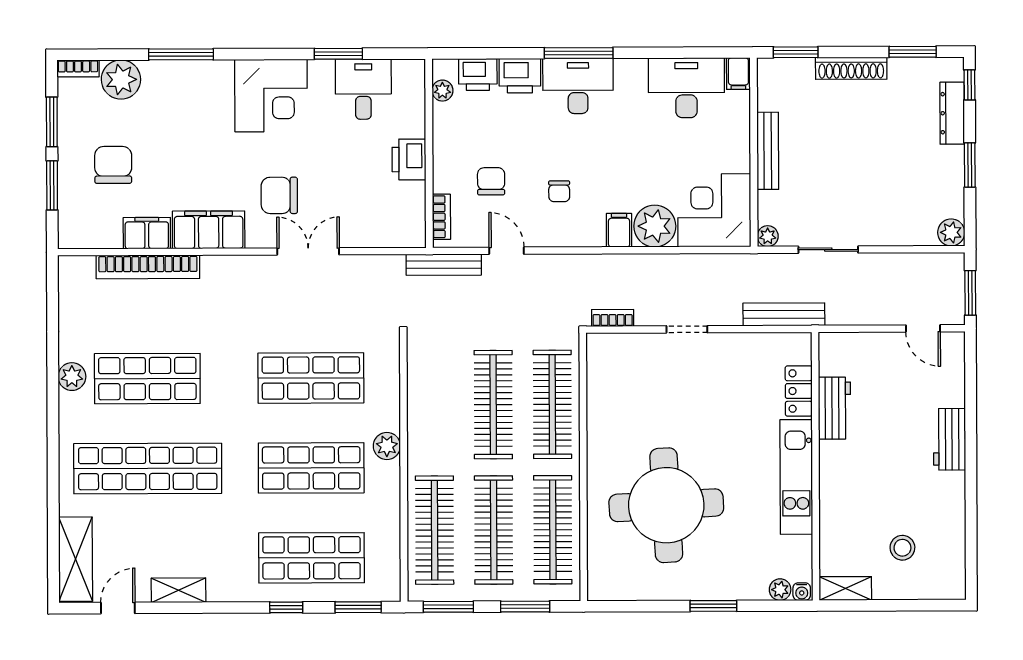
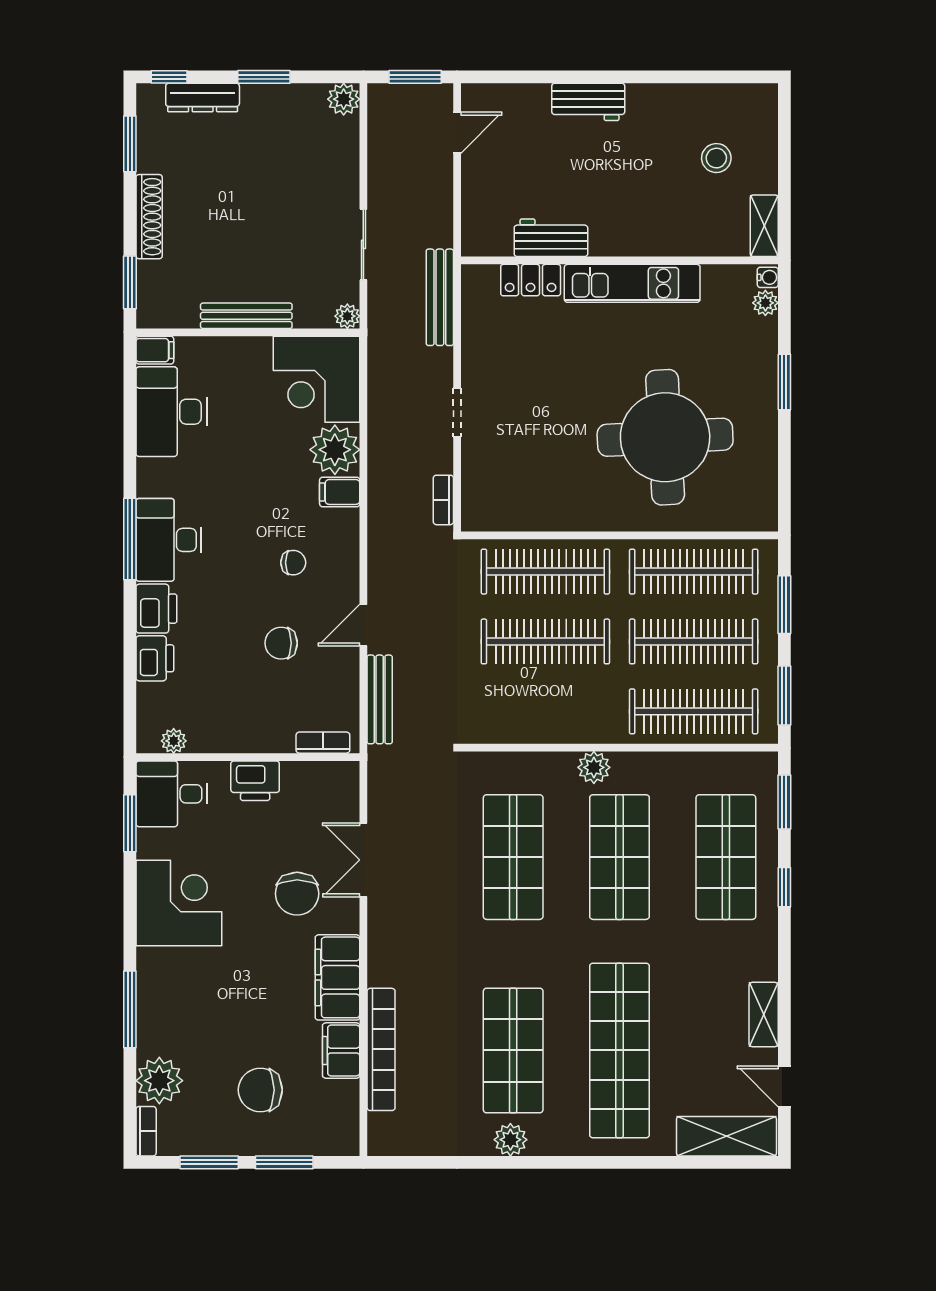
plant: (442, 91) -> (174, 741), moved
wall: (429, 153) -> (248, 757), moved
printer: (409, 159) -> (255, 781), moved
bookcase: (441, 217) -> (323, 743), moved

